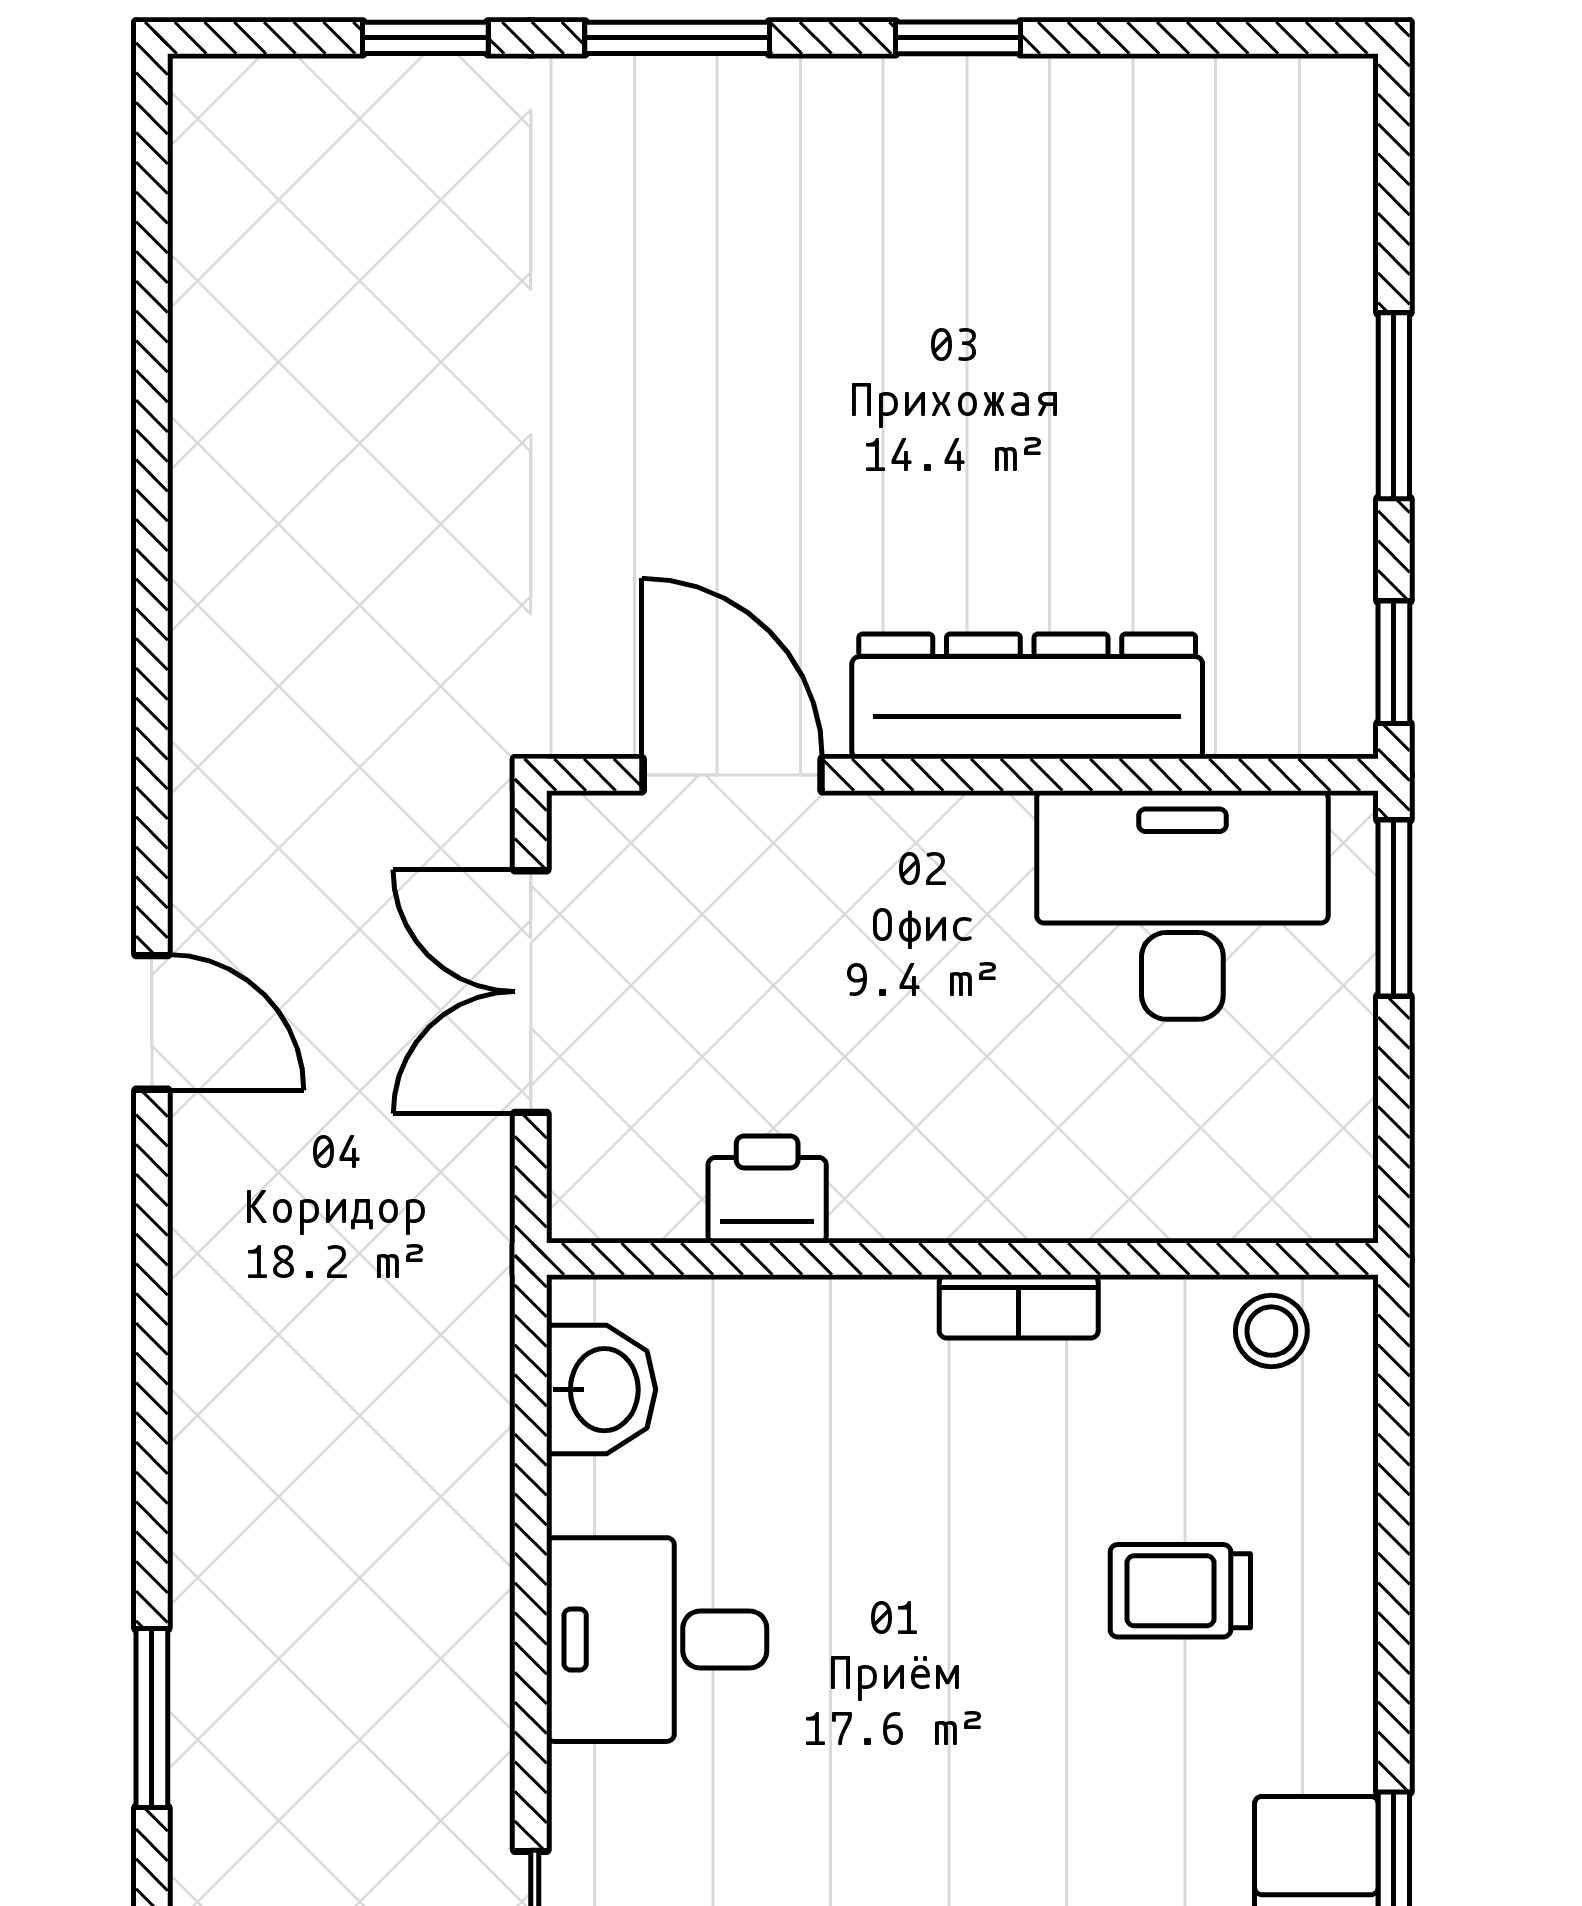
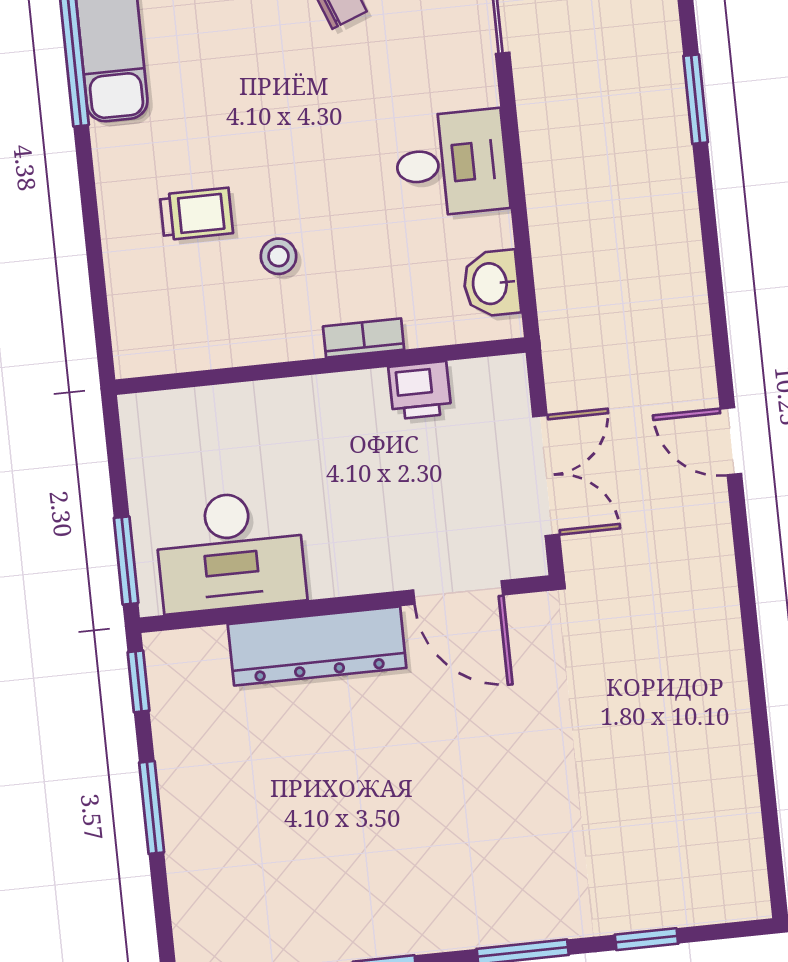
bookcase: (1019, 1306) -> (364, 338), moved
stool: (1271, 1331) -> (278, 256), moved

